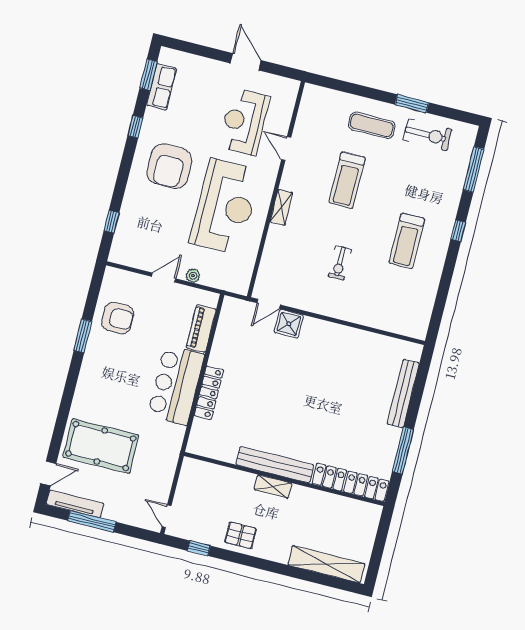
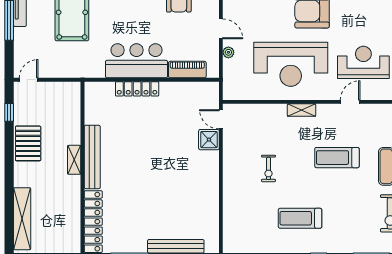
exercise bike: (340, 263) -> (269, 168), turned -90
pallet: (240, 535) -> (28, 143), width x1.50, depth x1.42

